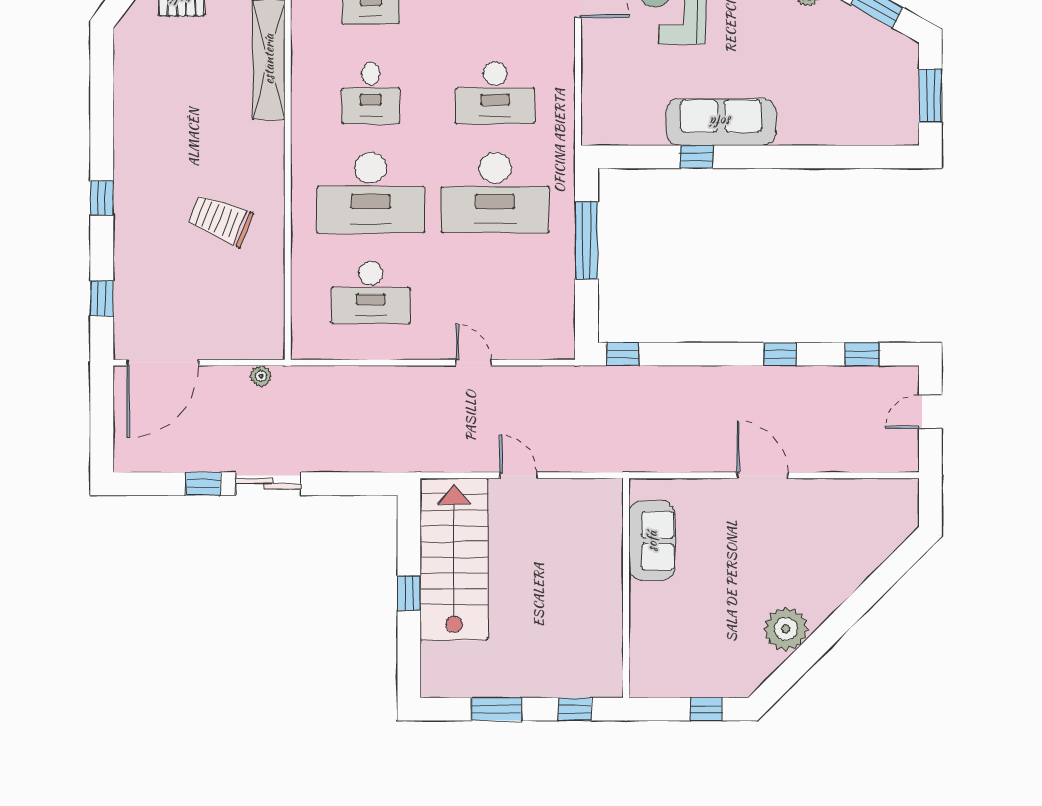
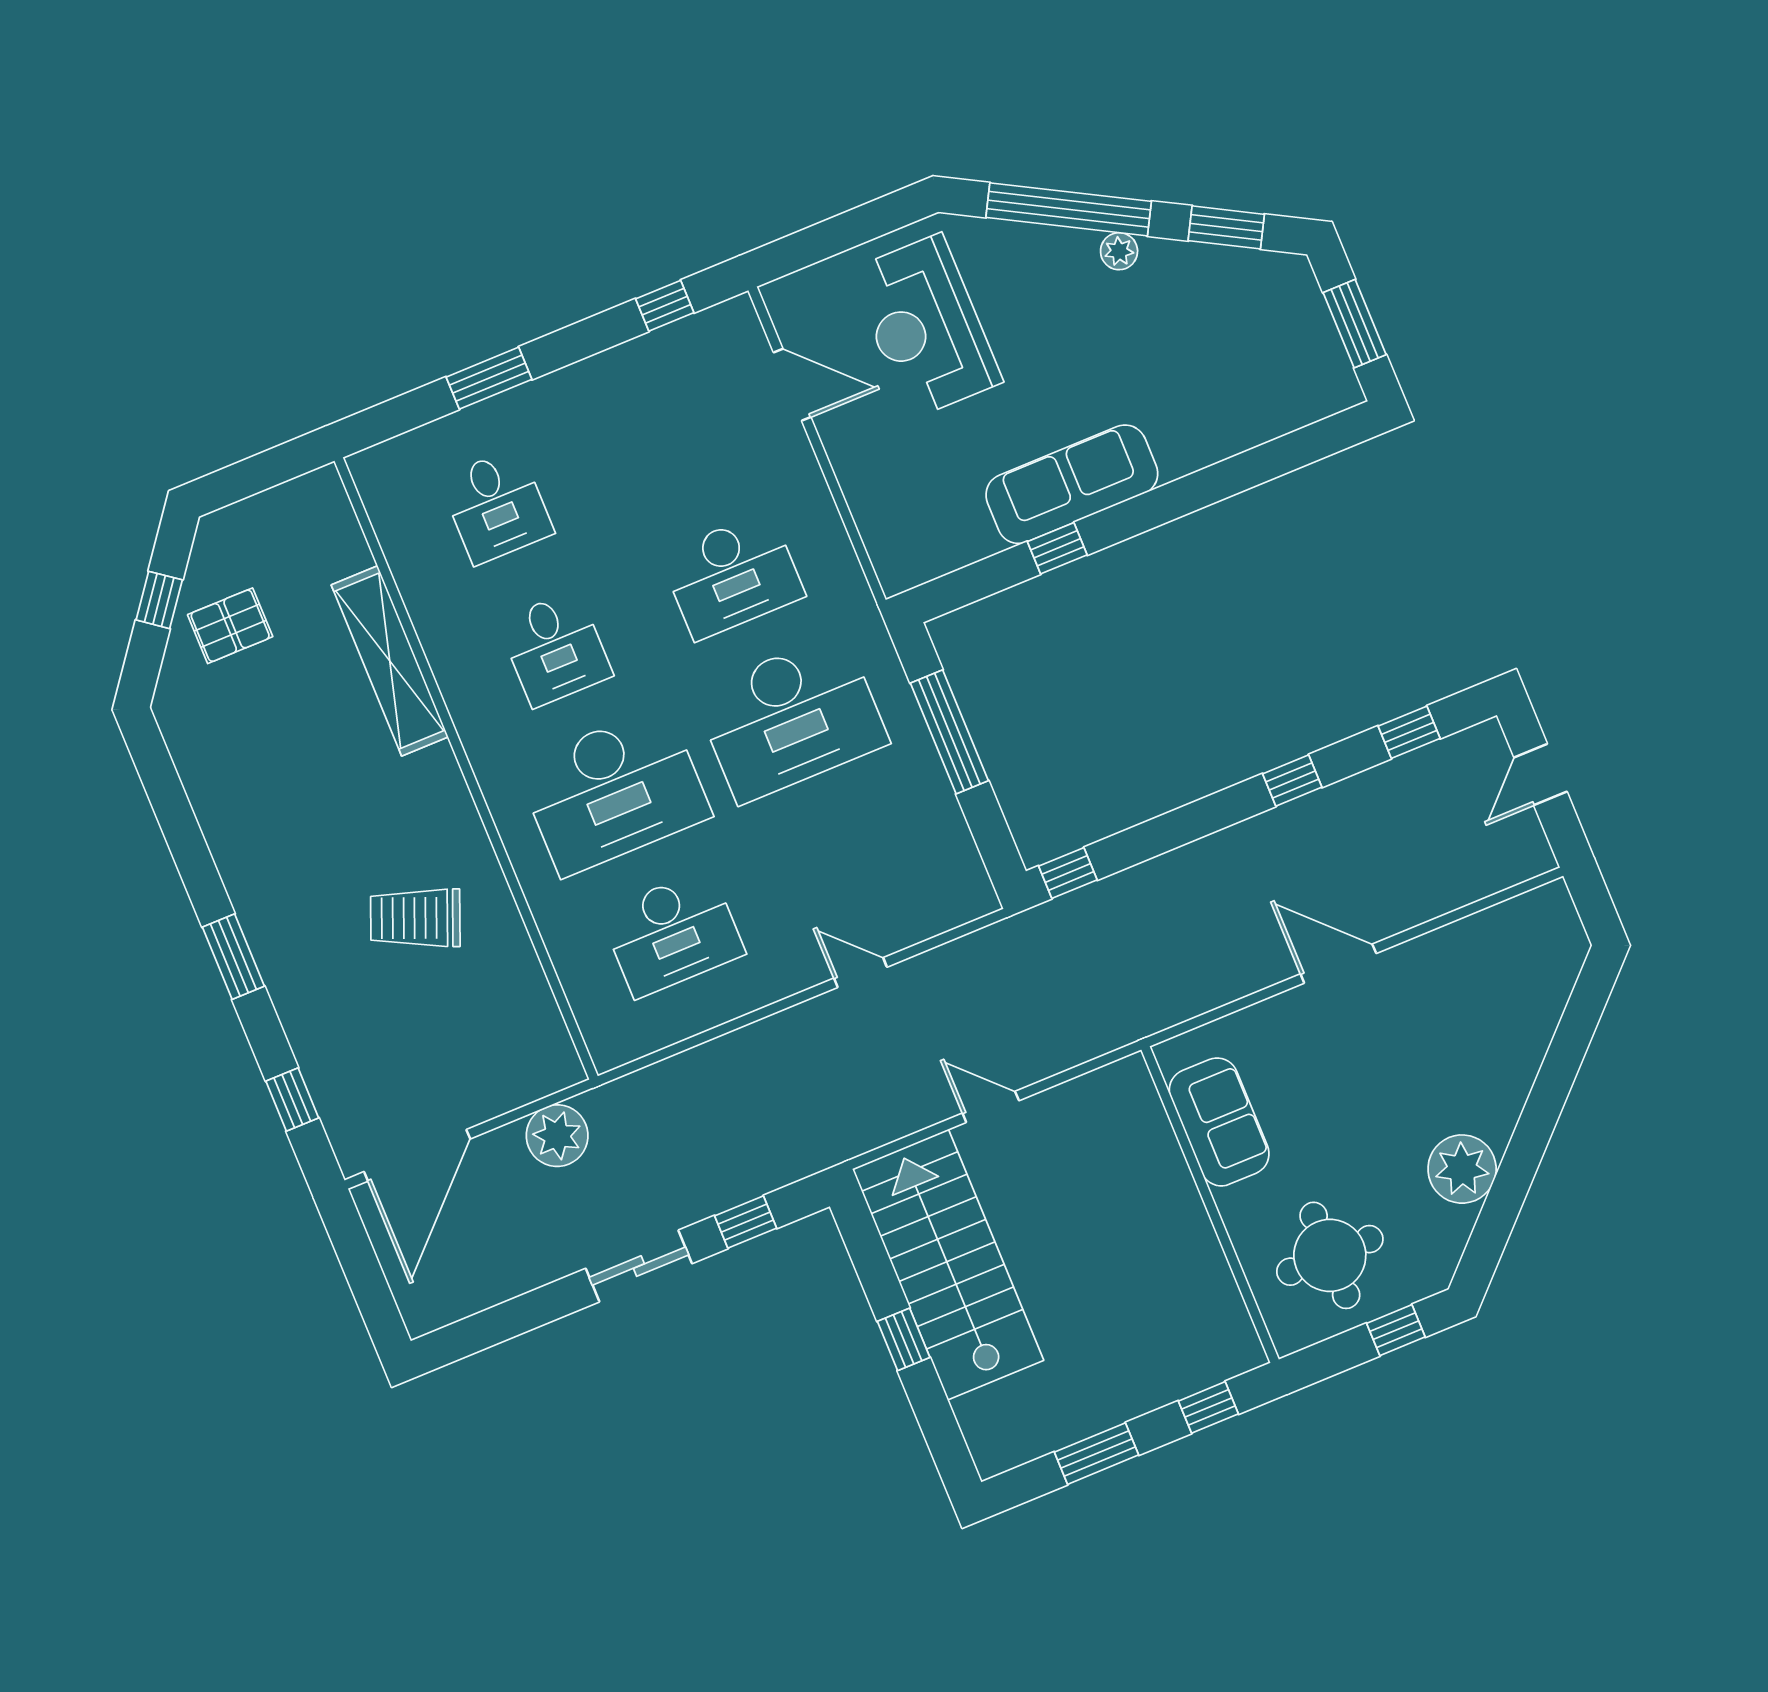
window: (102, 198) -> (233, 957), width x1.50
plant: (261, 376) -> (557, 1136), width x1.88, depth x1.88
window: (203, 484) -> (746, 1222), moved
round table: (685, 648) -> (1330, 1255), added

